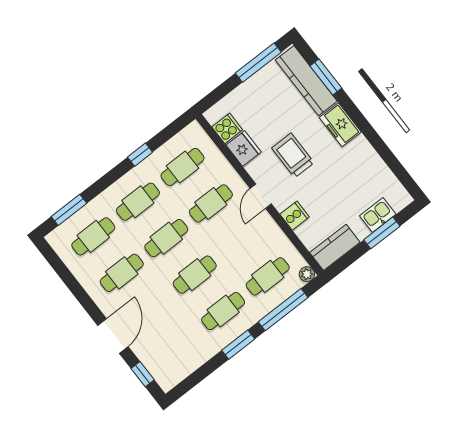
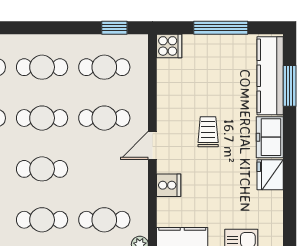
window: (258, 63) -> (221, 28), moved
cooker: (227, 128) -> (169, 46), moved
fridge: (244, 149) -> (270, 175), moved, turned 180
window: (140, 155) -> (114, 28), moved
trolley: (293, 155) -> (208, 132), width x0.73, depth x0.72

